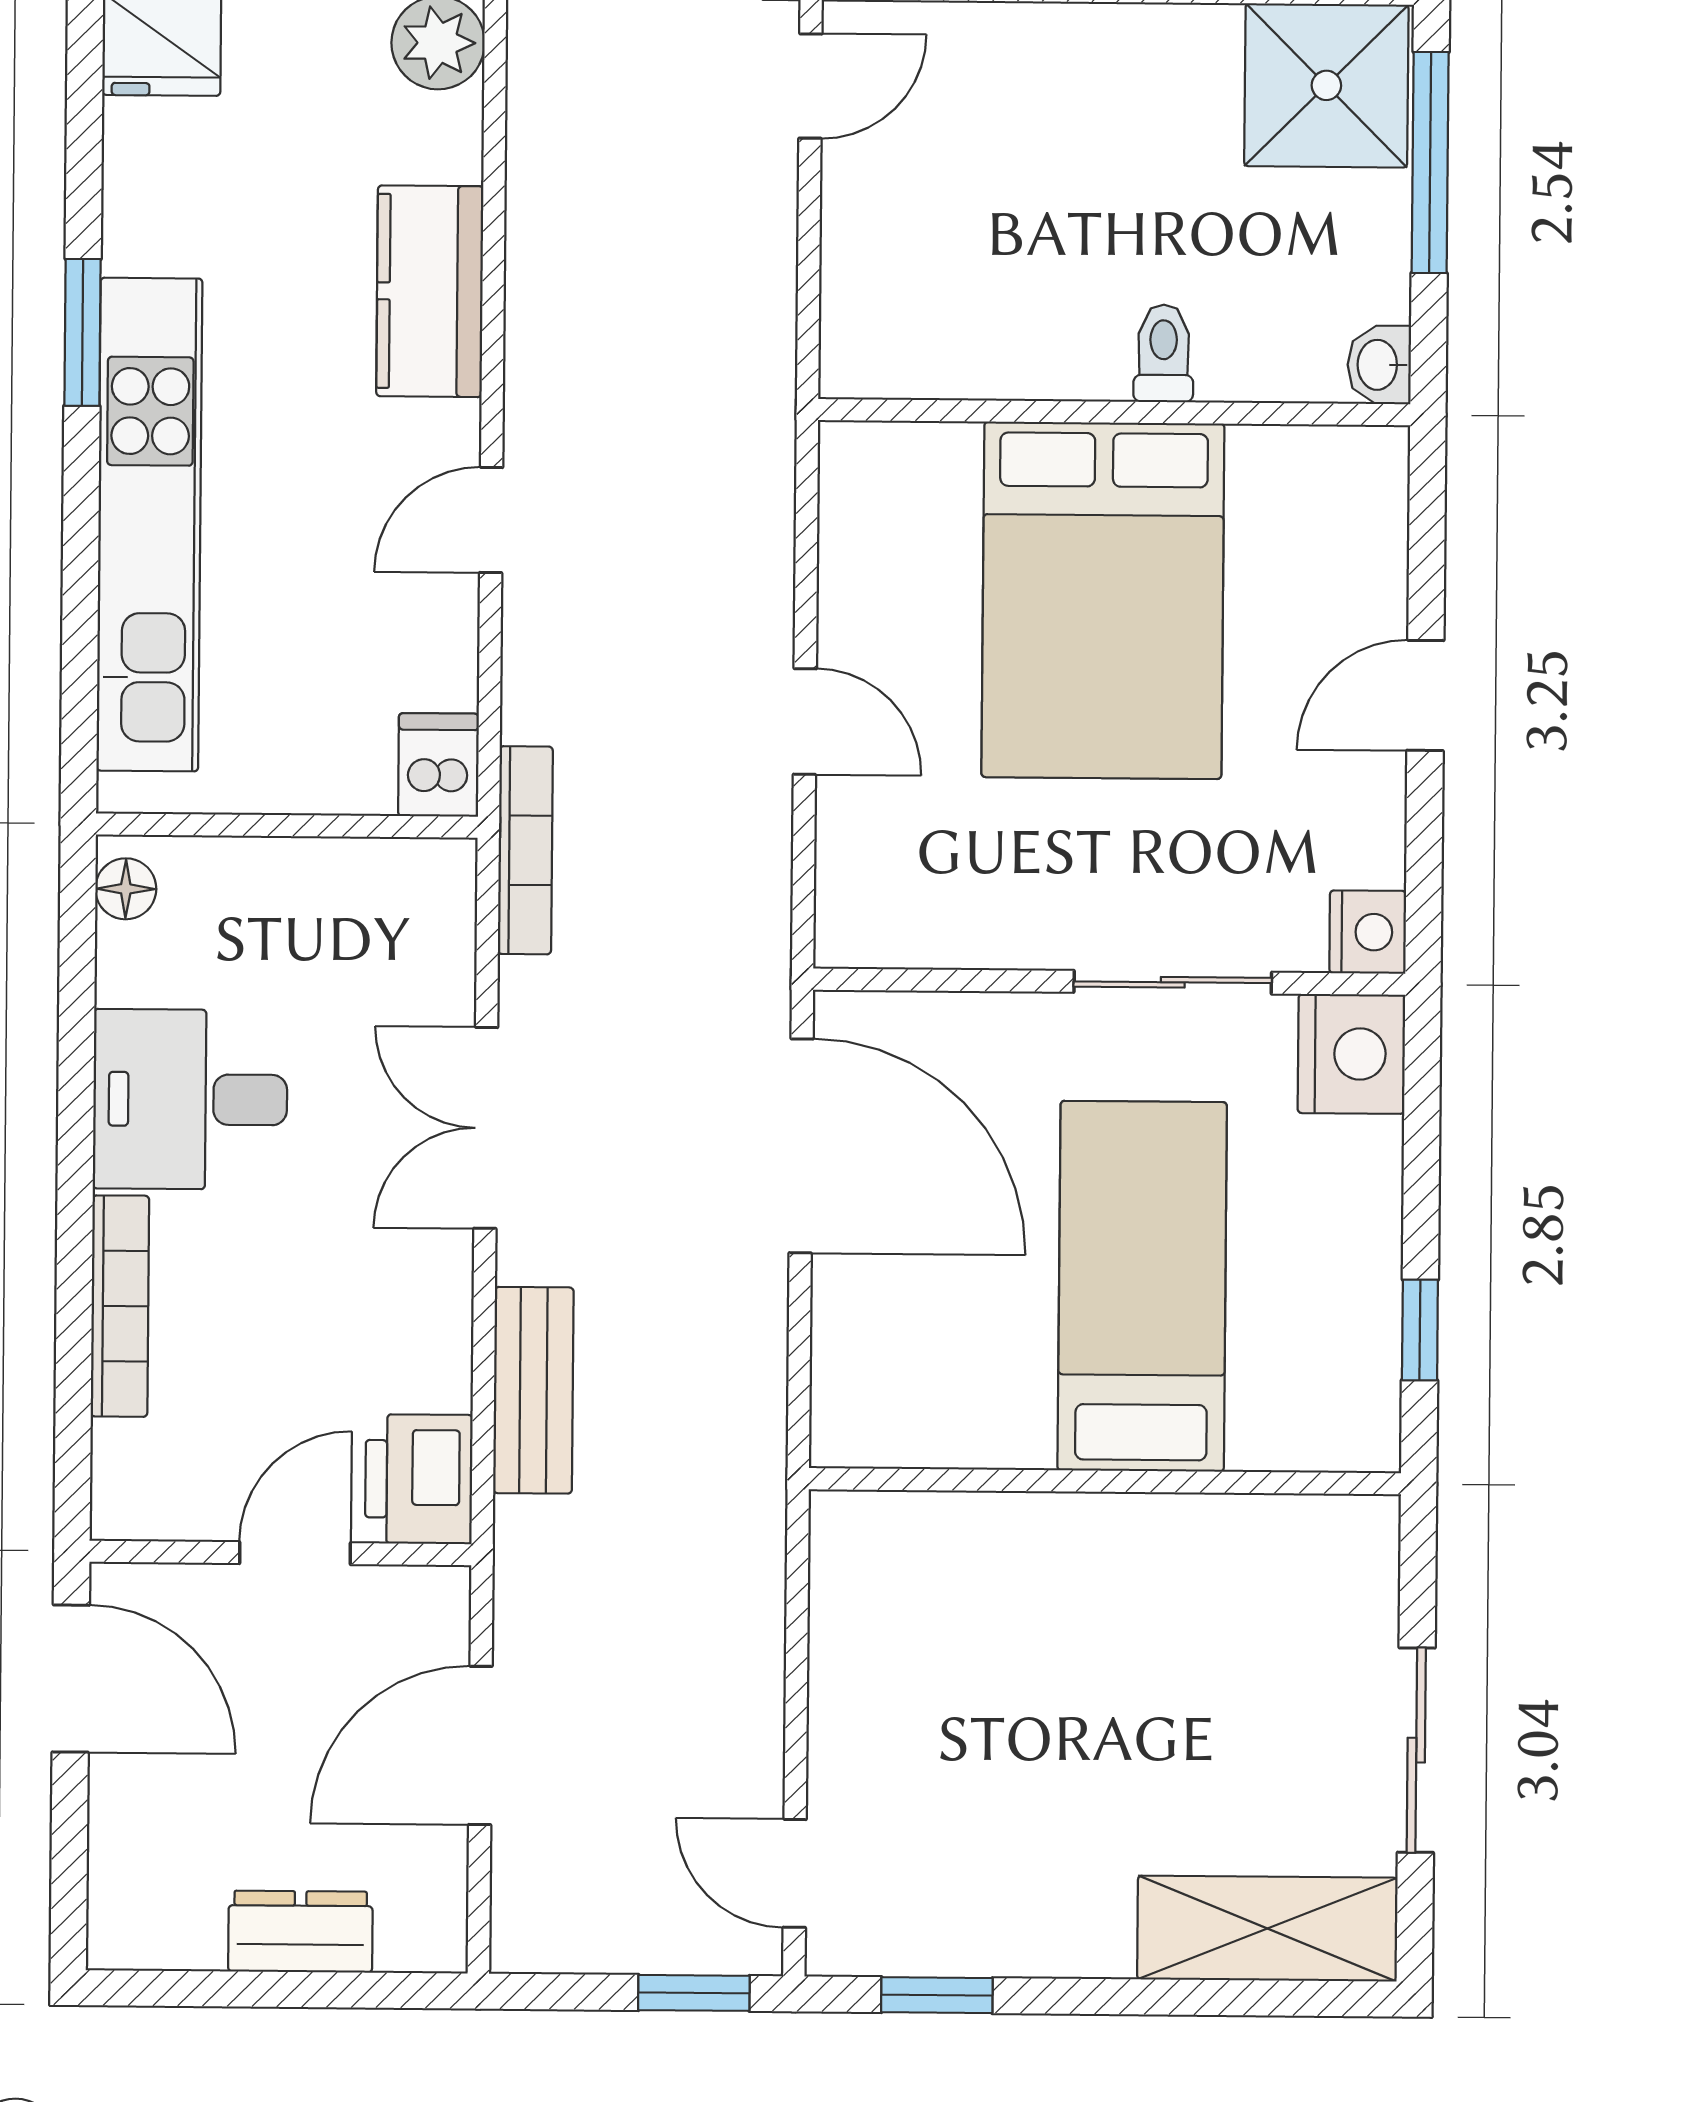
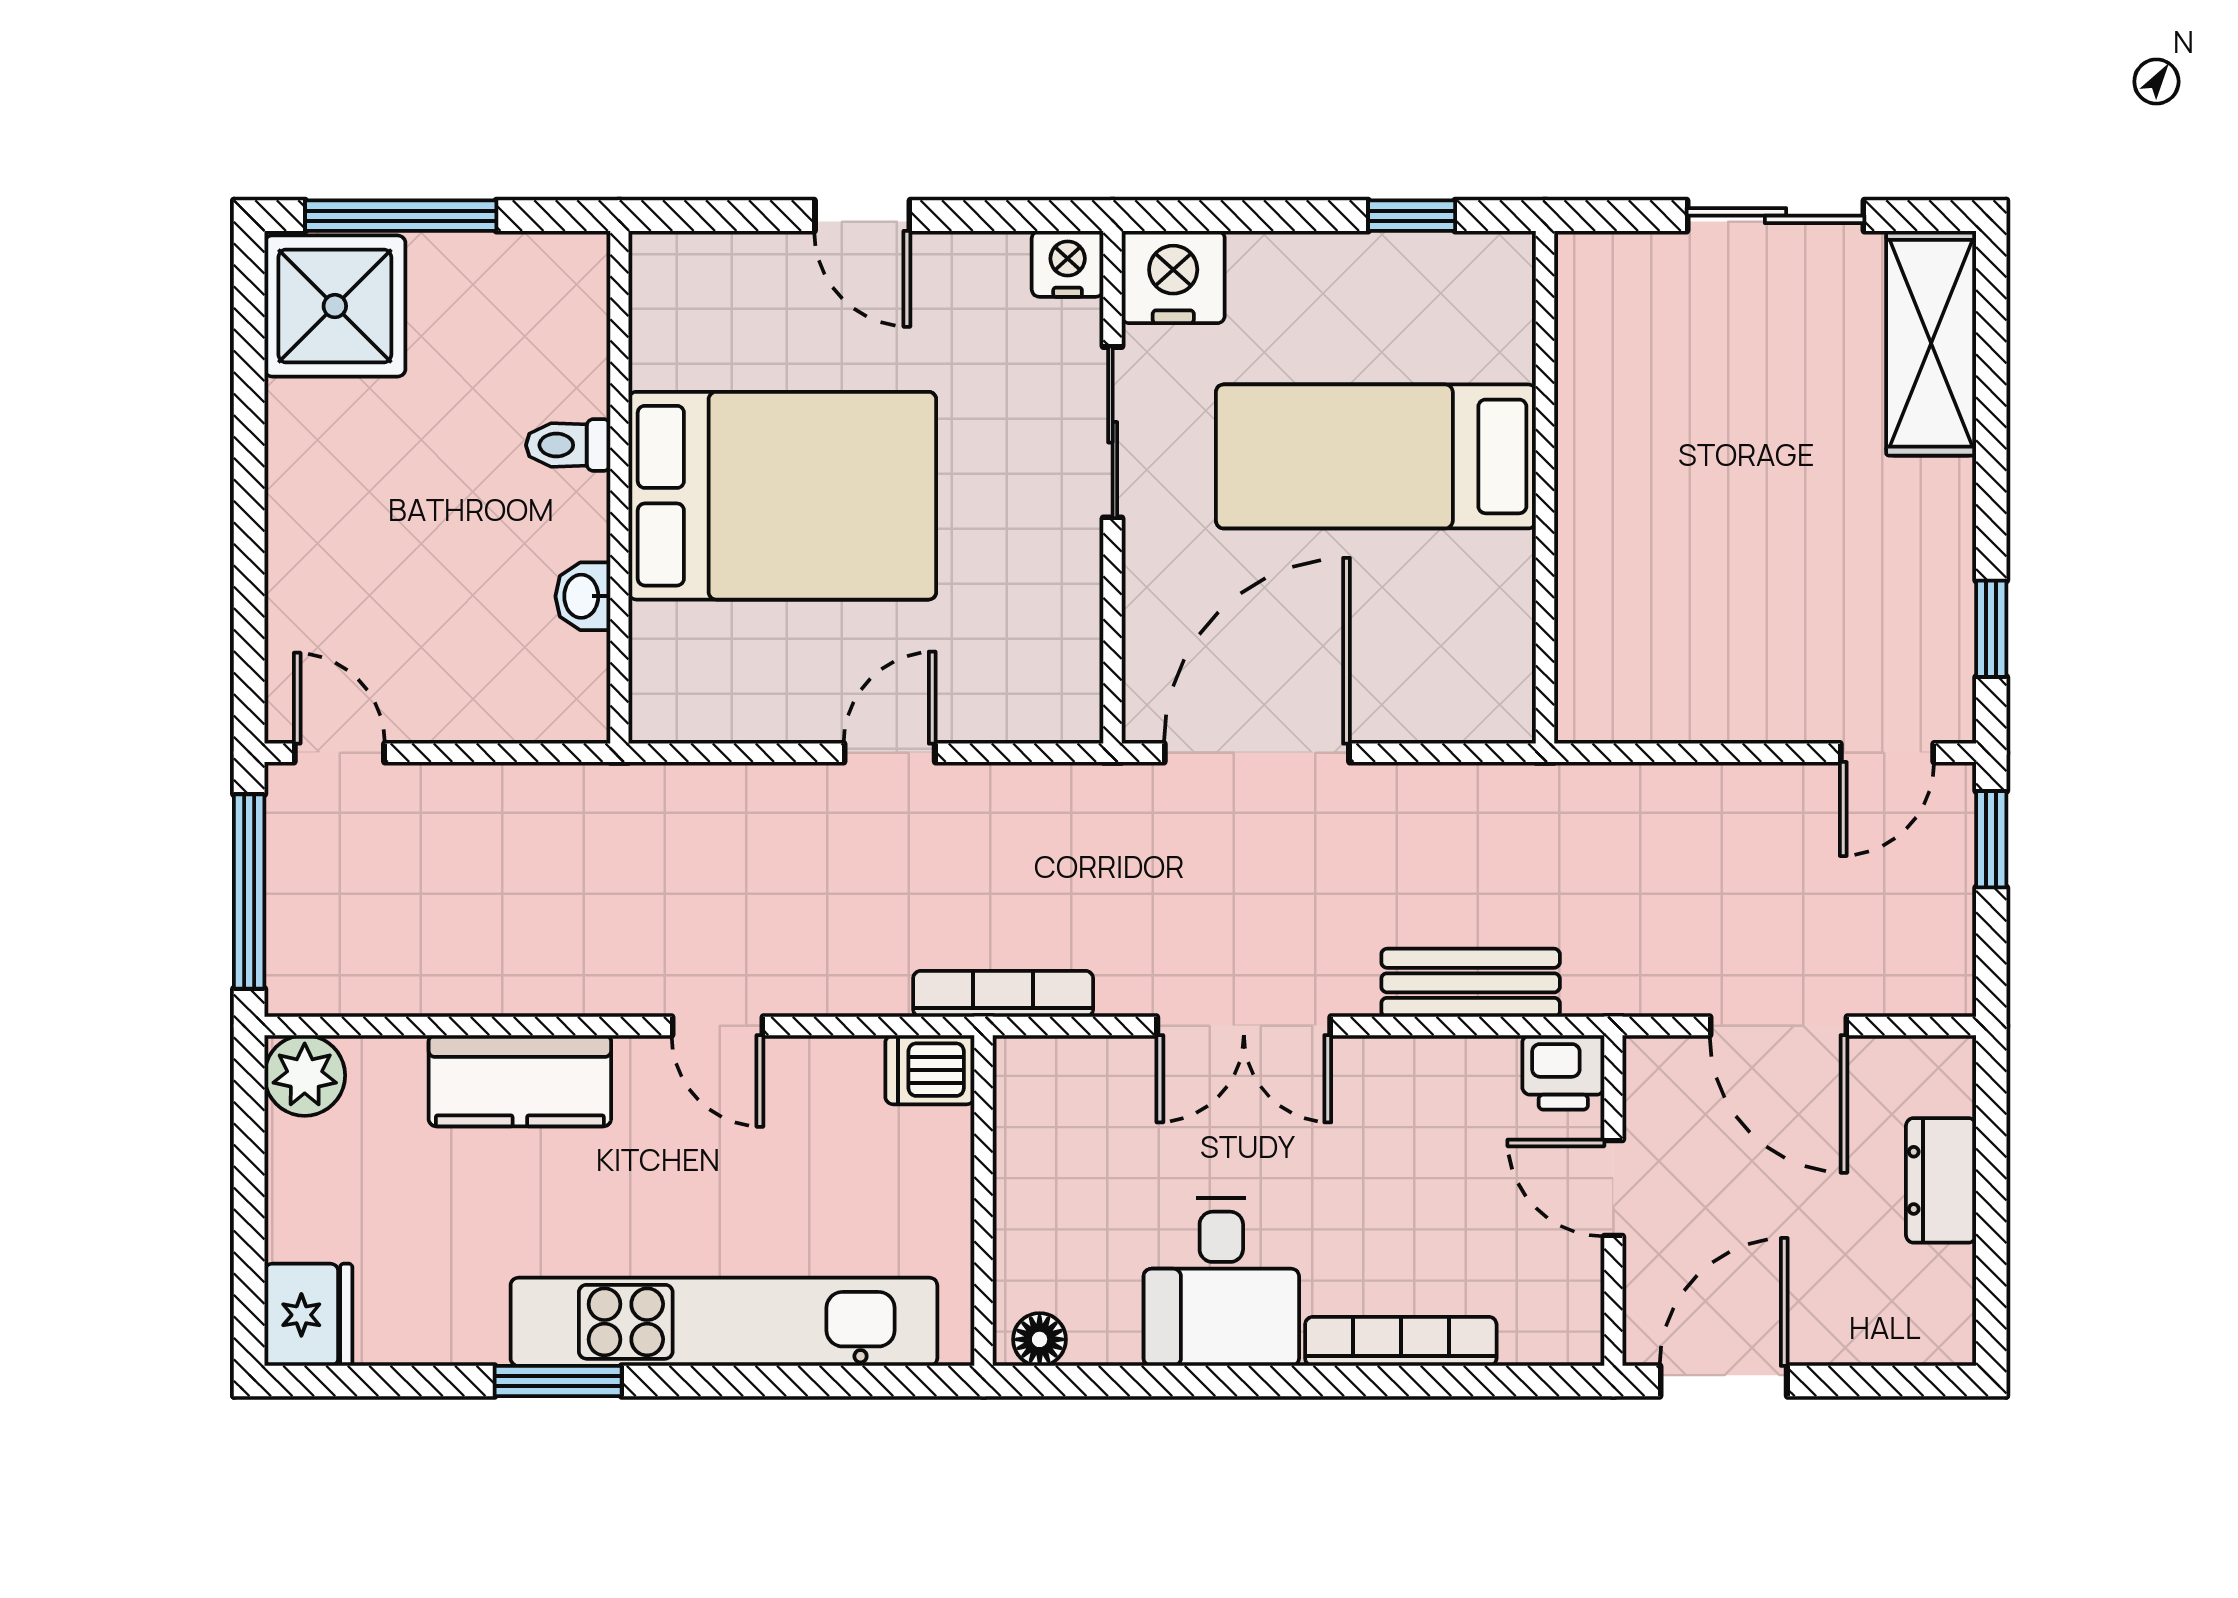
washbasin: (1379, 365) -> (583, 596), moved, turned 90
printer: (419, 1479) -> (1563, 1072), width x0.73, depth x0.81

